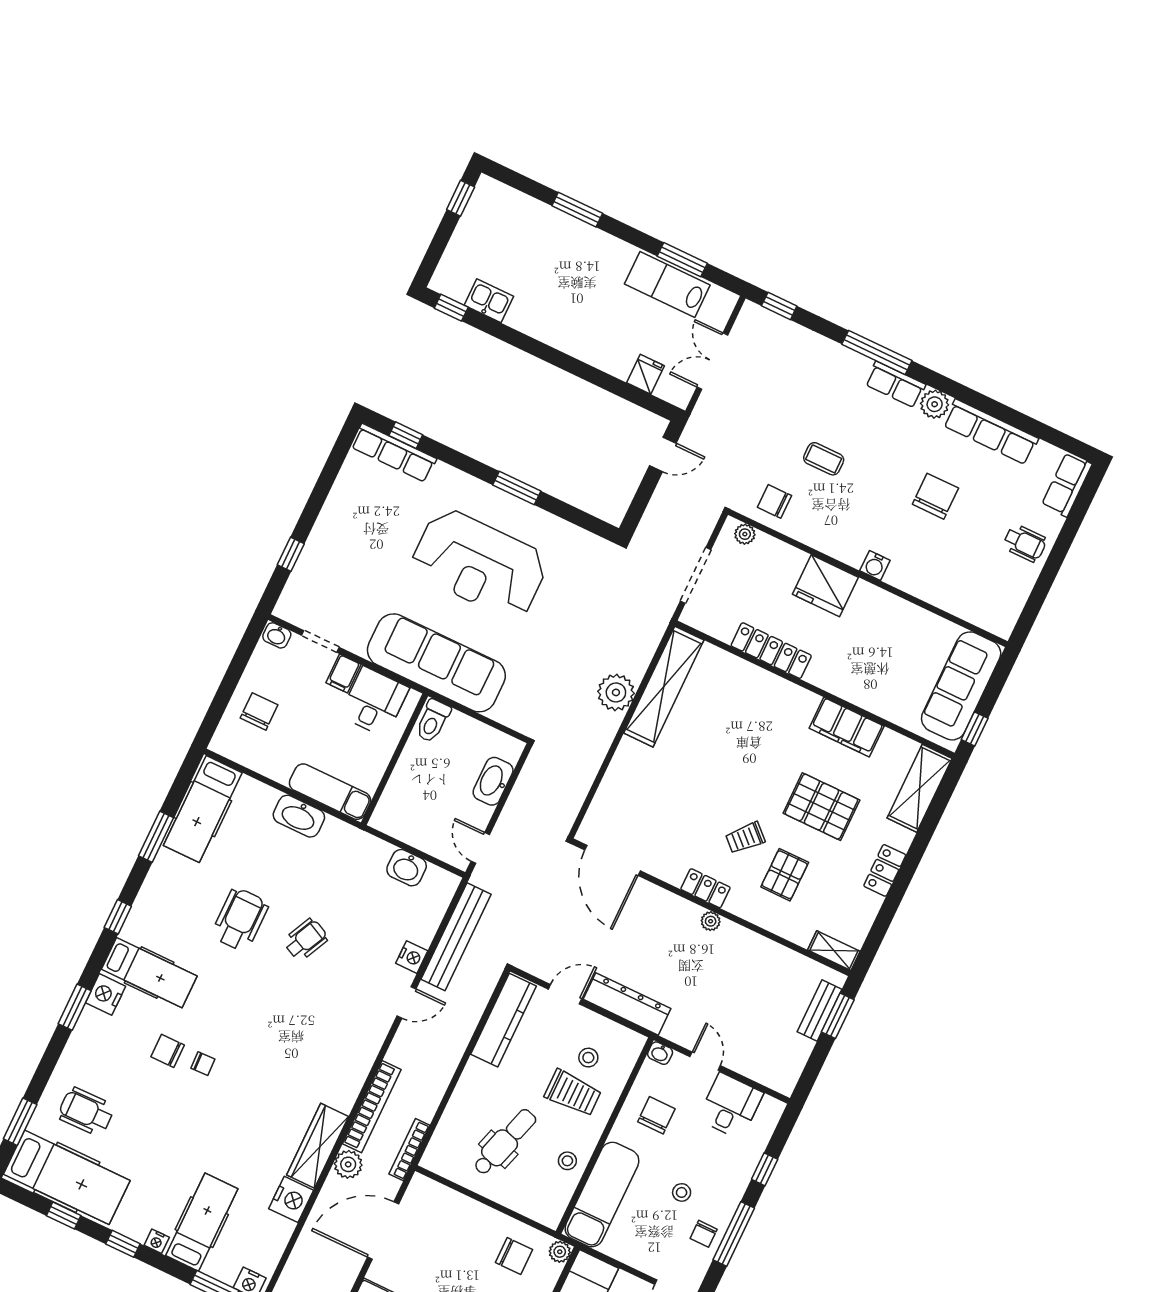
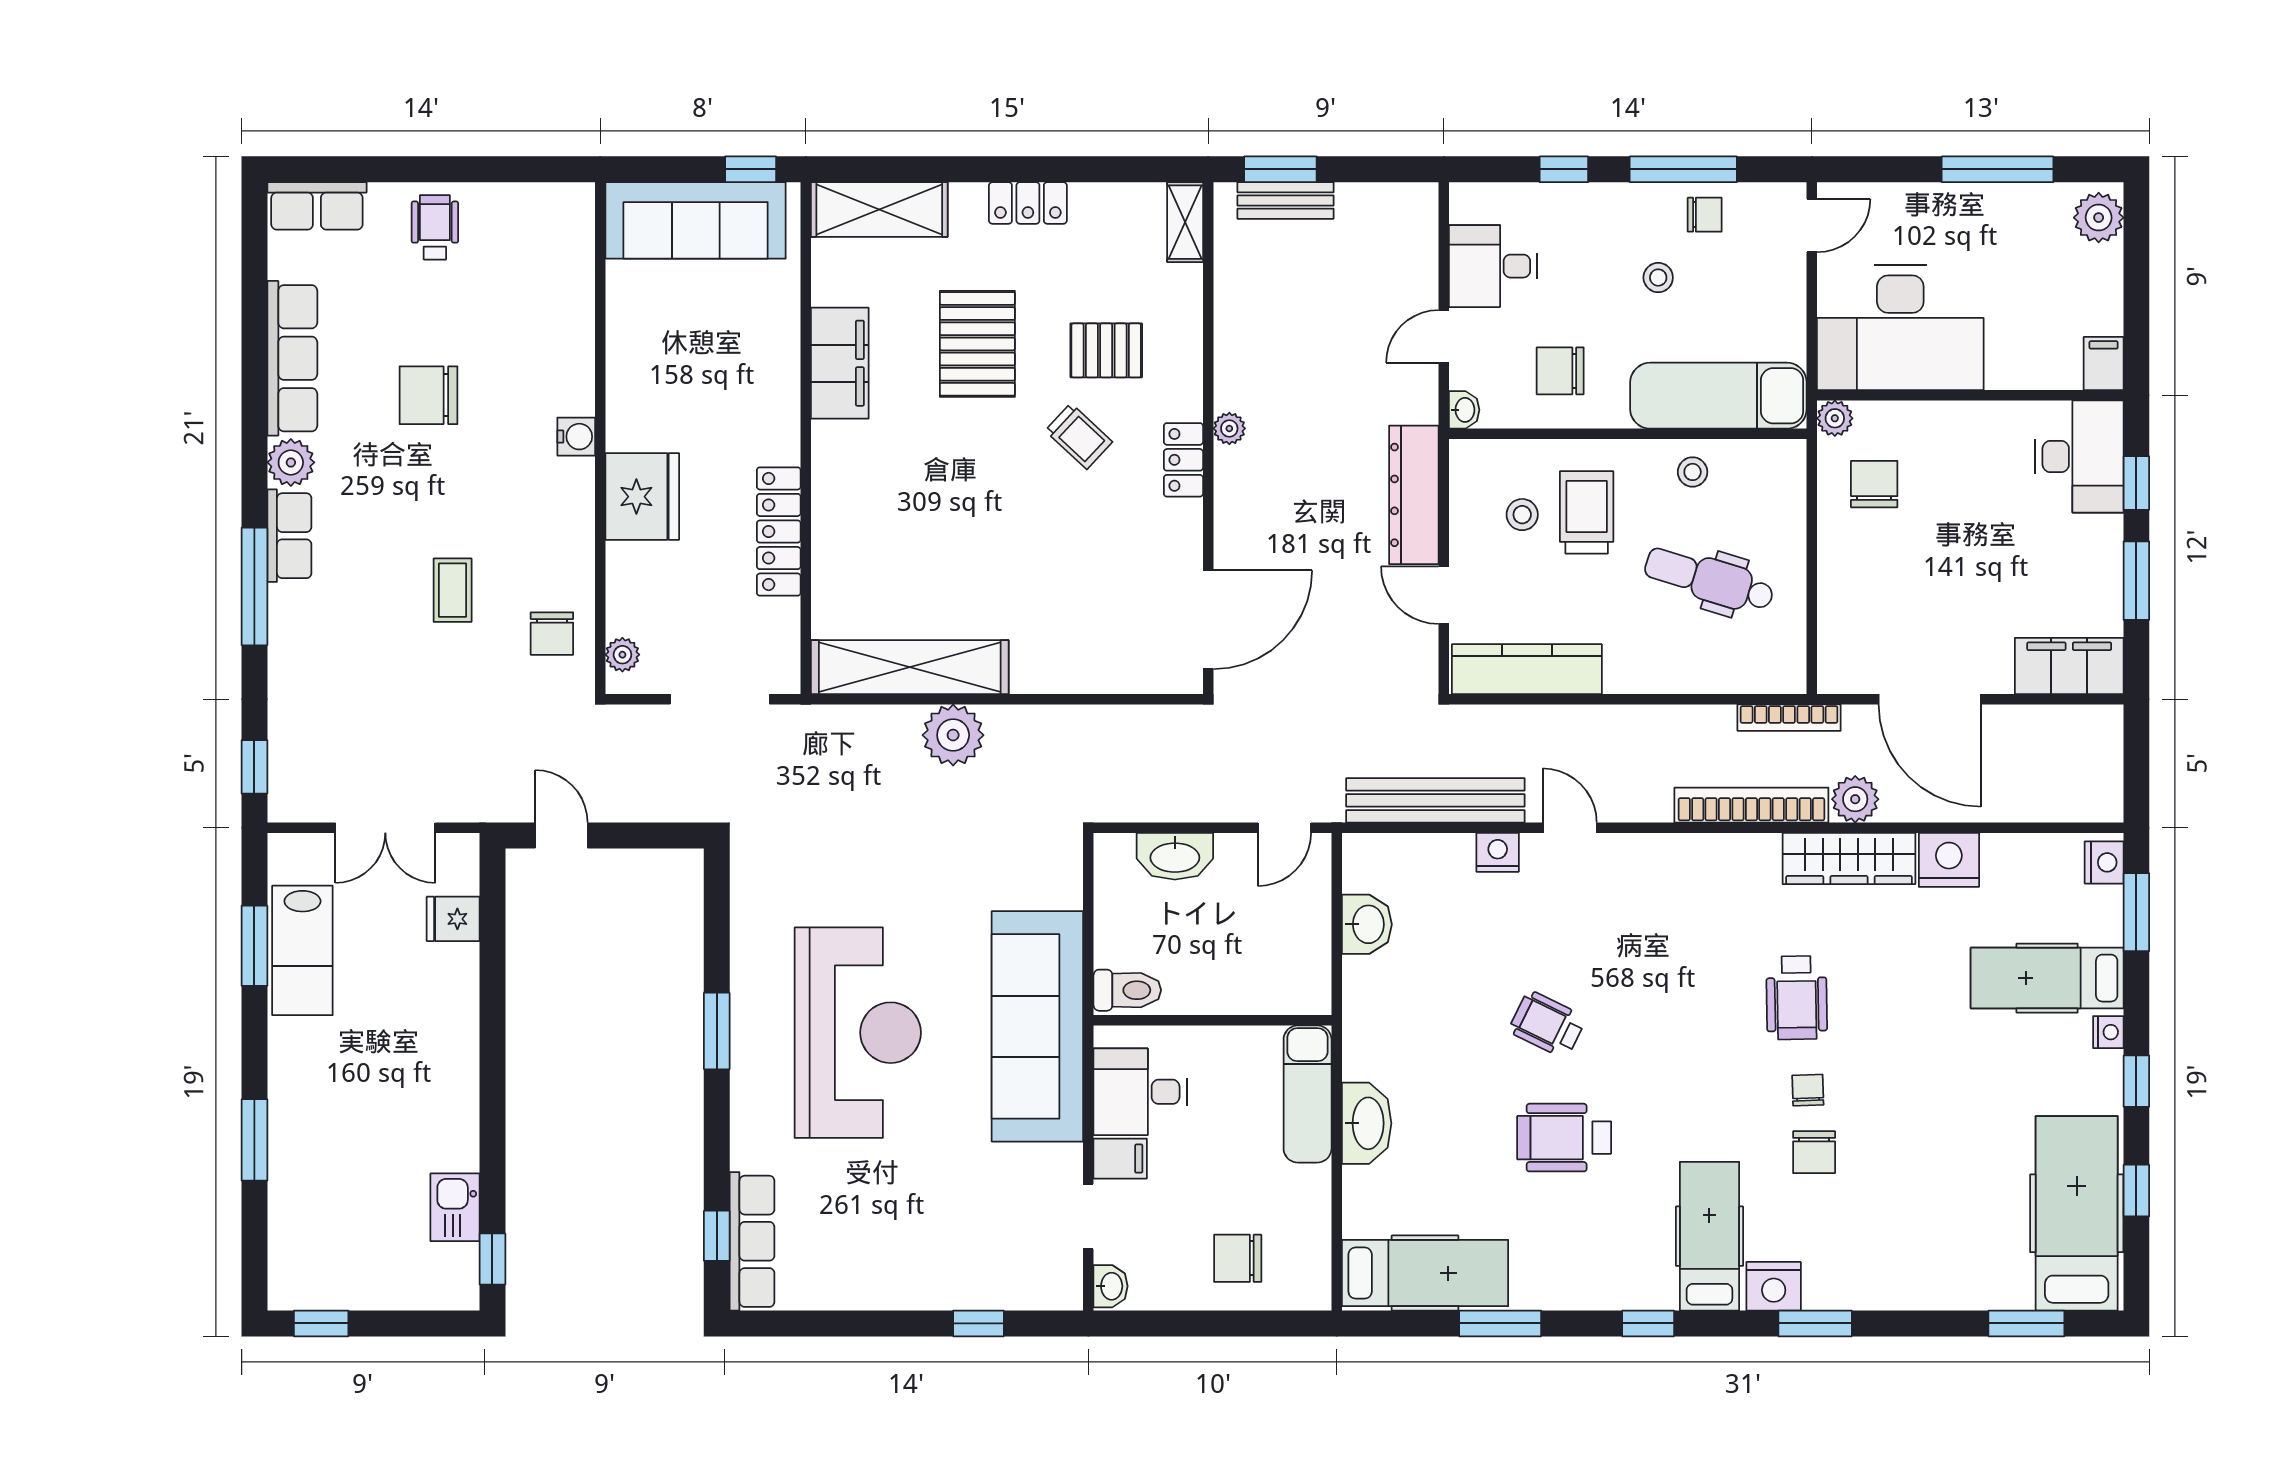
wheelchair: (86, 1112) -> (1797, 998), moved

